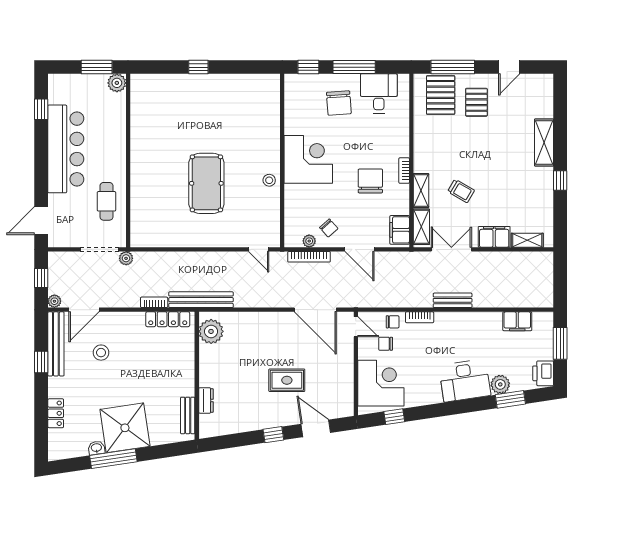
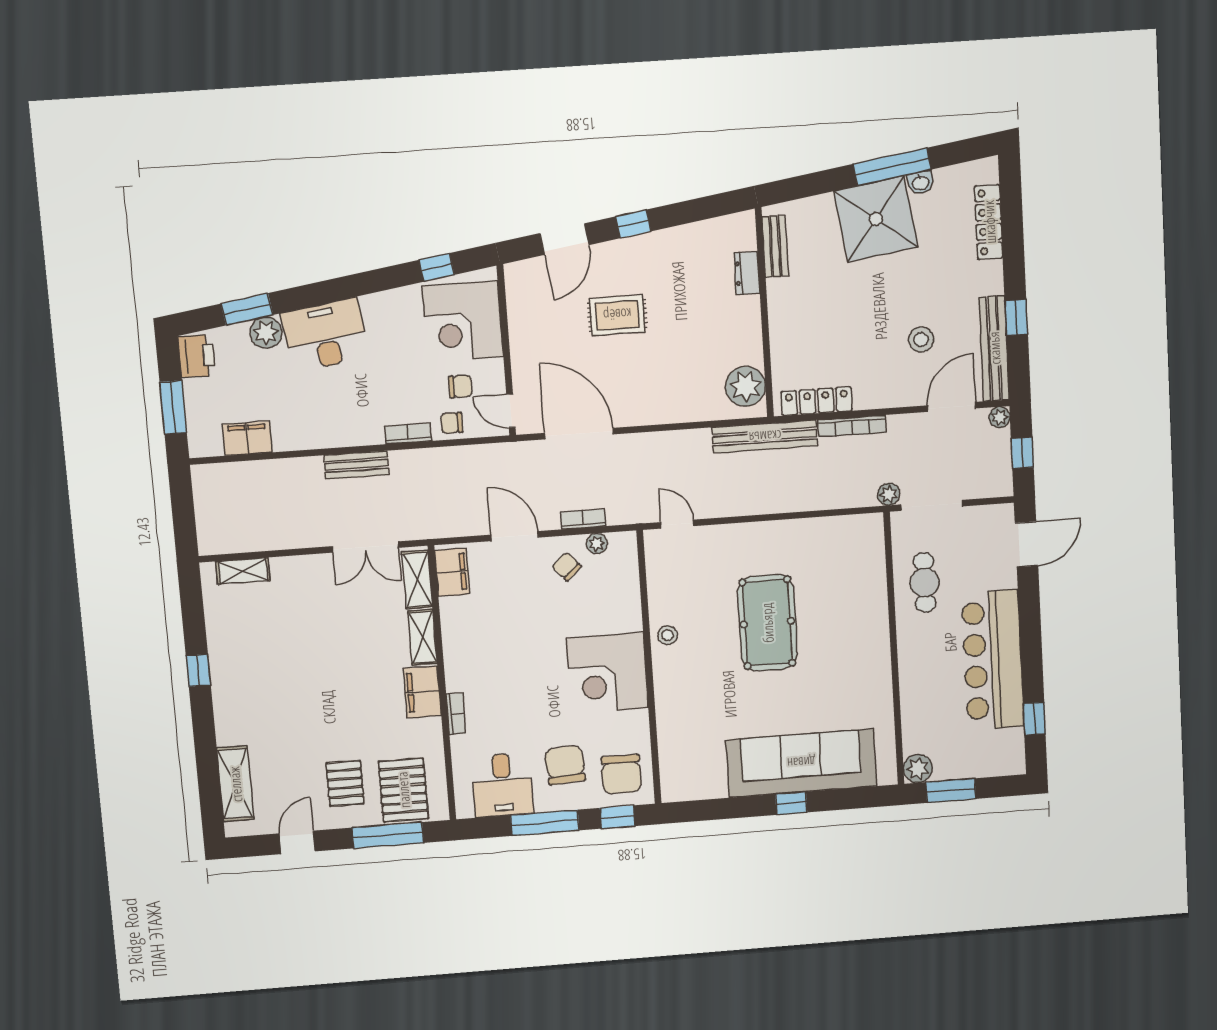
sofa: (190, 92) -> (801, 763), added
shelving: (544, 143) -> (235, 784), moved
bookcase: (404, 171) -> (456, 714), moved
chair: (370, 181) -> (621, 774), moved
trolley: (461, 191) -> (358, 642), removed
filing cabinet: (494, 237) -> (422, 692), moved, turned 90
bookcase: (309, 257) -> (583, 519), width x0.64
bookcase: (154, 302) -> (852, 426), width x1.56
locker: (56, 413) -> (989, 222), width x1.53
door: (316, 428) -> (564, 239), hinge flipped

